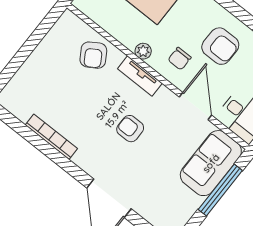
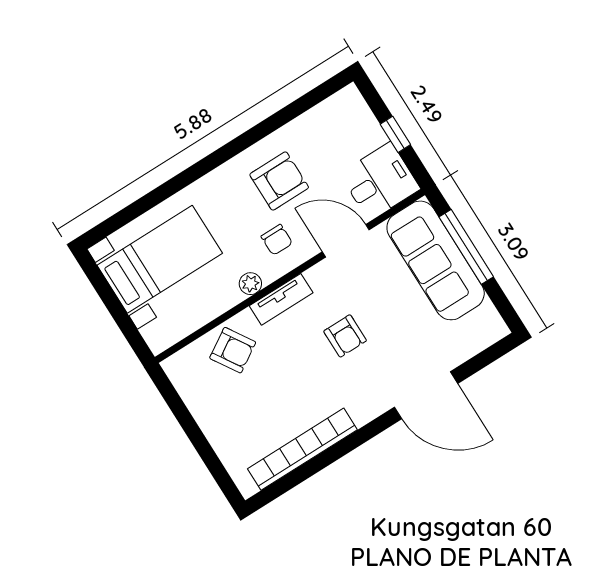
armchair: (130, 129) -> (345, 336), turned -90
bookcase: (51, 137) -> (302, 449), width x1.48, depth x1.31
sofa: (211, 163) -> (436, 260), width x1.36

